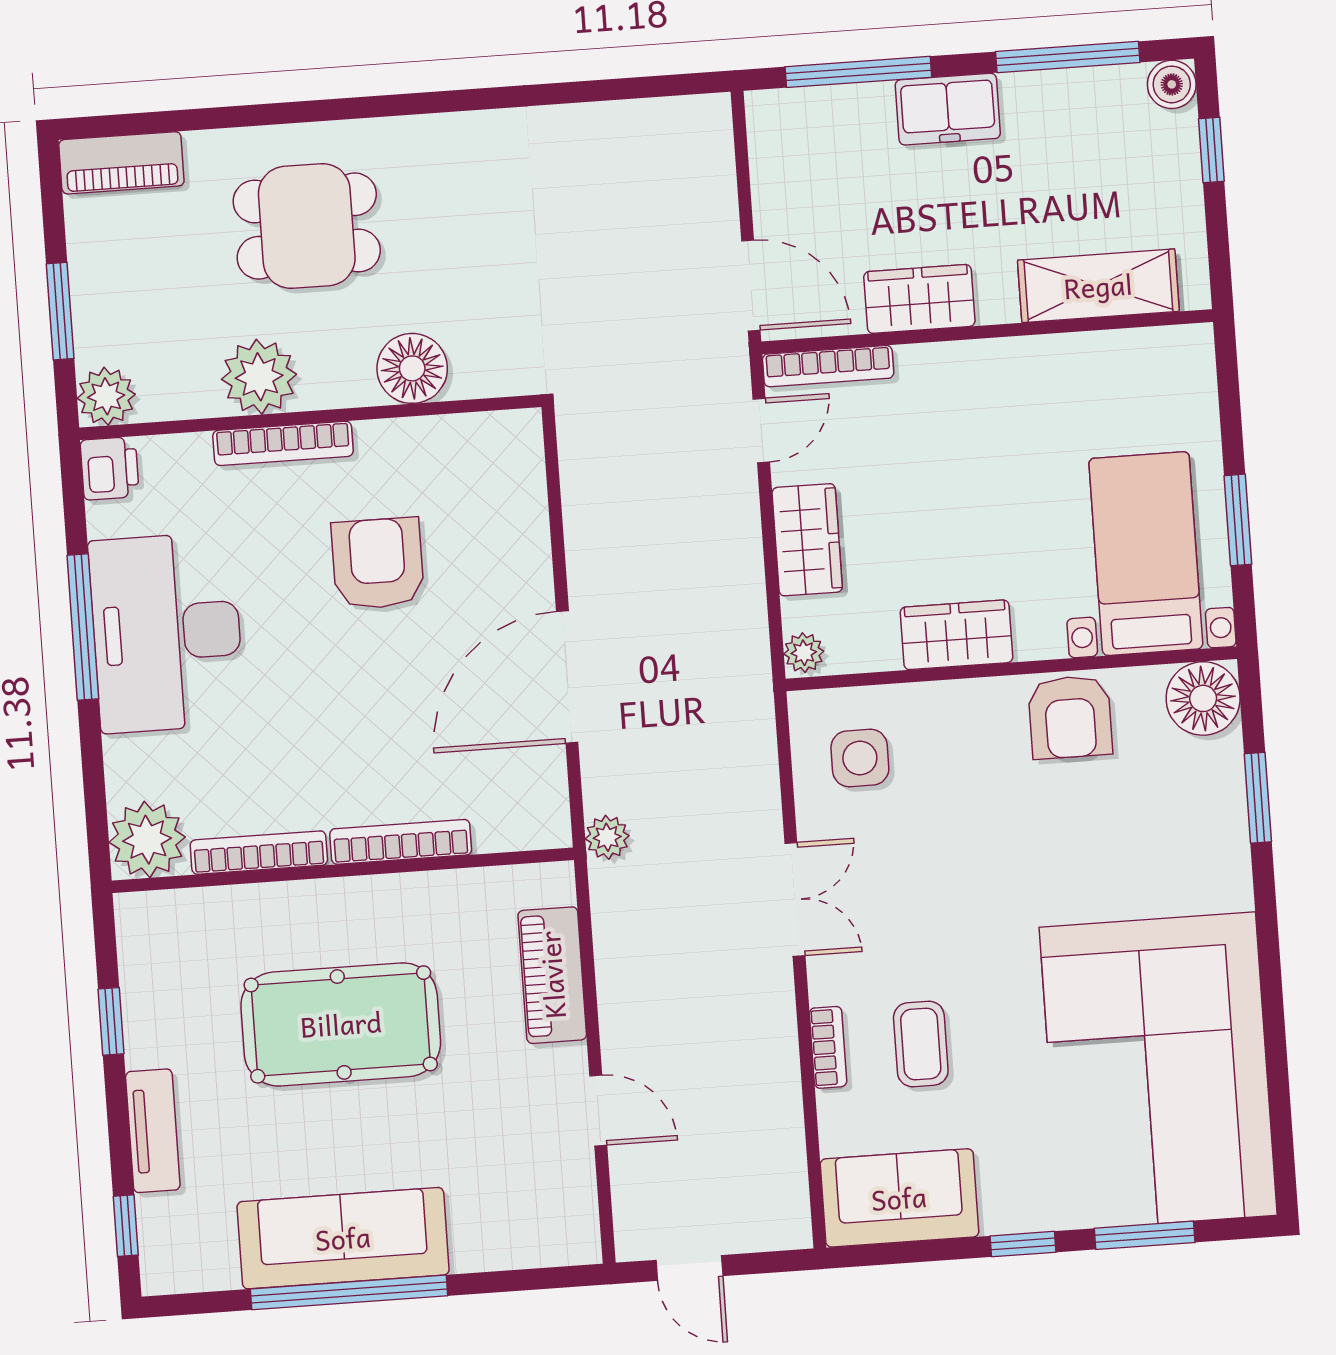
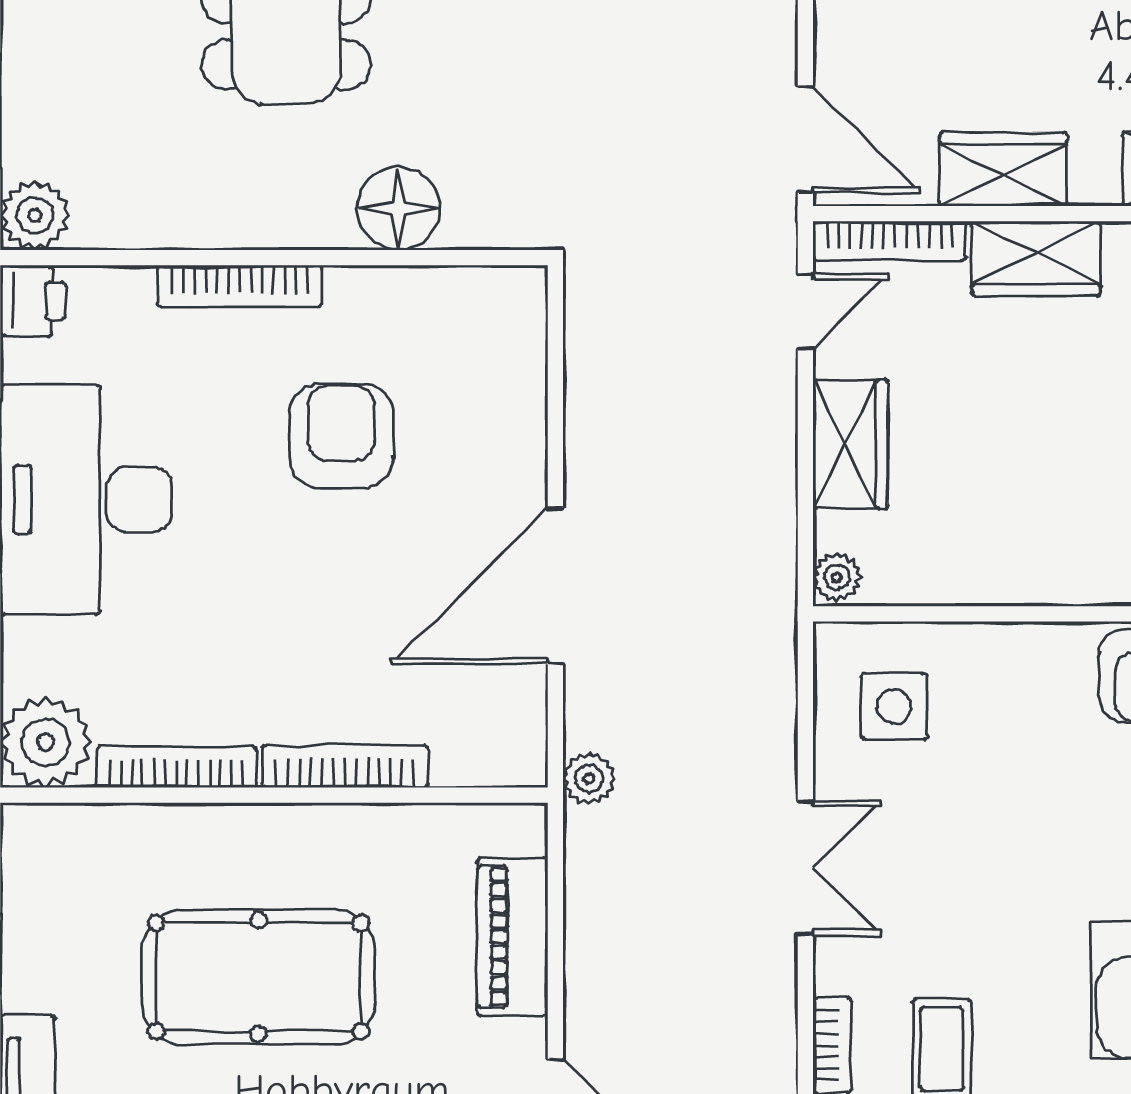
plant: (259, 377) -> (217, 205), removed
wardrobe: (956, 635) -> (1036, 259), moved, turned 180

